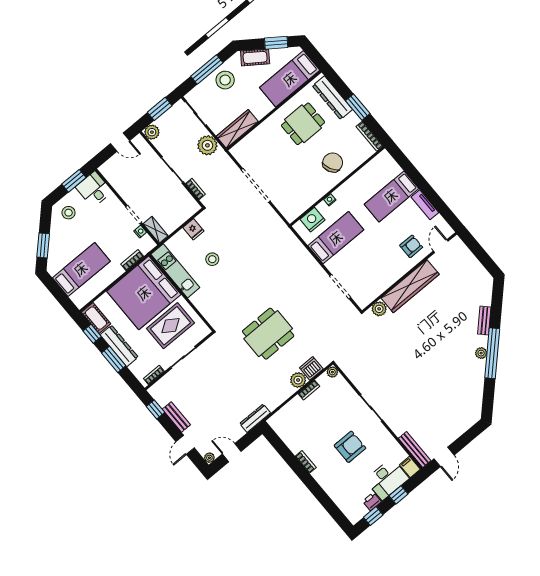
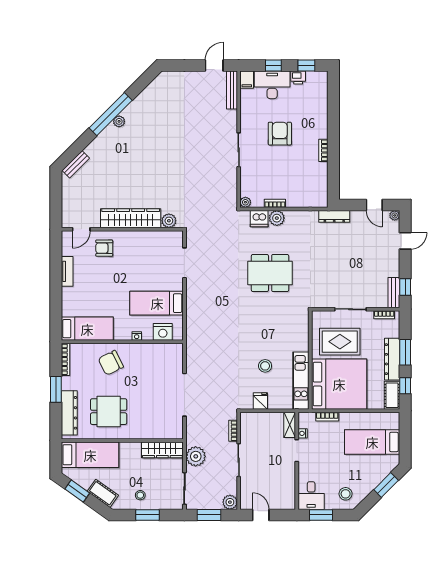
window: (207, 70) -> (148, 515), width x0.69
stool: (225, 80) -> (140, 495), width x0.53, depth x0.53
bed: (391, 196) -> (87, 329), moved
bench: (484, 321) -> (76, 164), moved
bench: (176, 417) -> (394, 293), moved
armchair: (350, 447) -> (280, 134), turned 90

